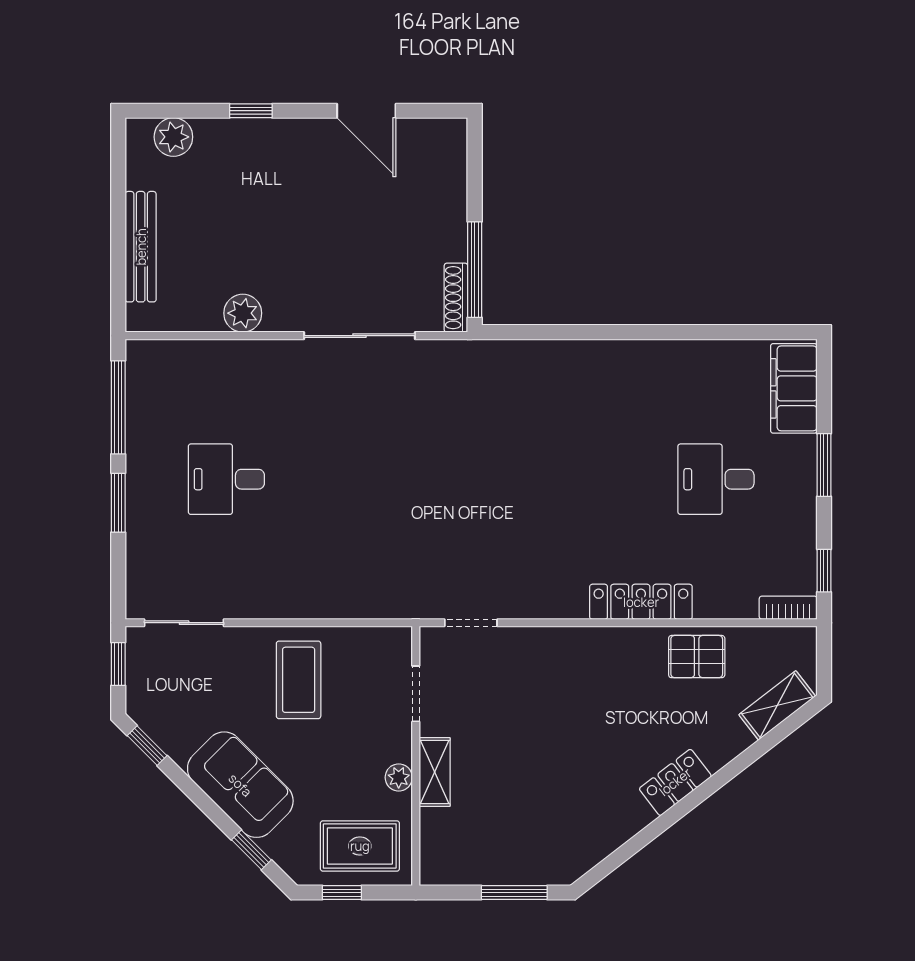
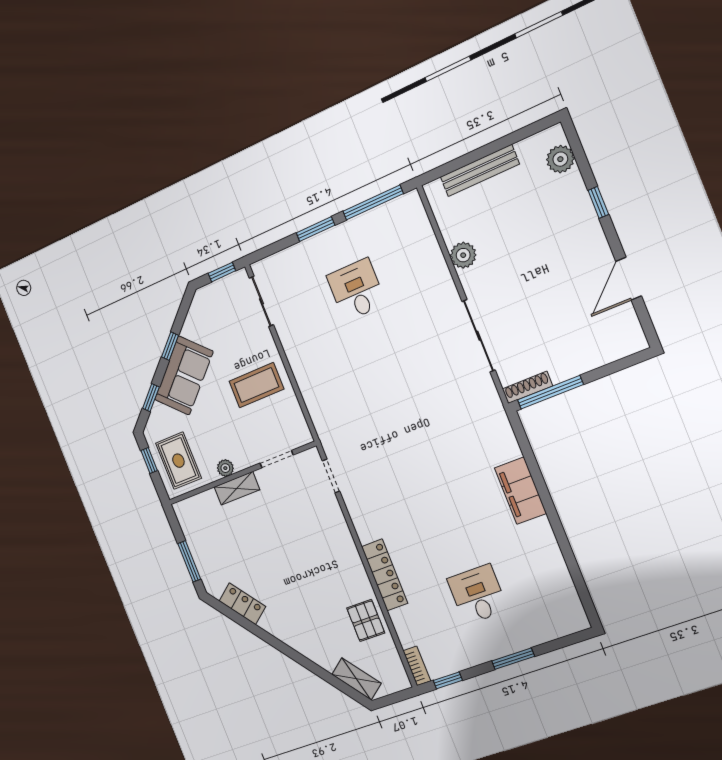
filing cabinet: (794, 388) -> (520, 491), moved, turned -90
window: (147, 746) -> (170, 346), moved
locker: (675, 782) -> (242, 604), moved

